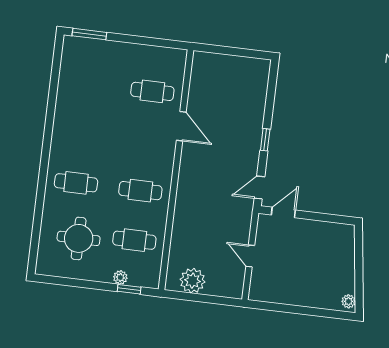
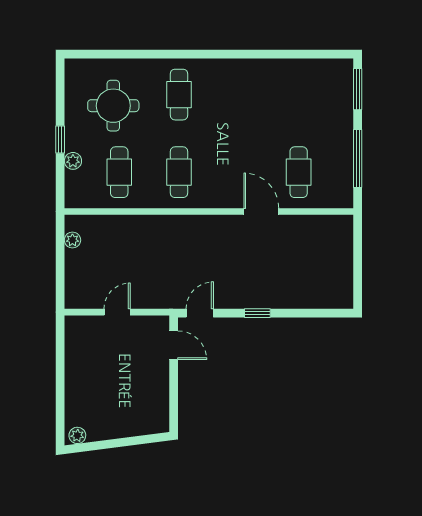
window: (147, 41) -> (358, 159), added
door: (181, 126) -> (261, 212), swing flipped
door: (259, 188) -> (200, 313), hinge flipped
plant: (193, 281) -> (72, 240), width x0.53, depth x0.53
window: (129, 289) -> (60, 140), moved

